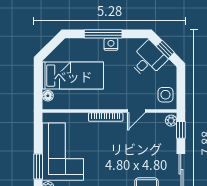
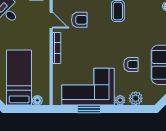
armchair: (137, 142) -> (79, 20), added
window: (38, 167) -> (89, 109), moved

